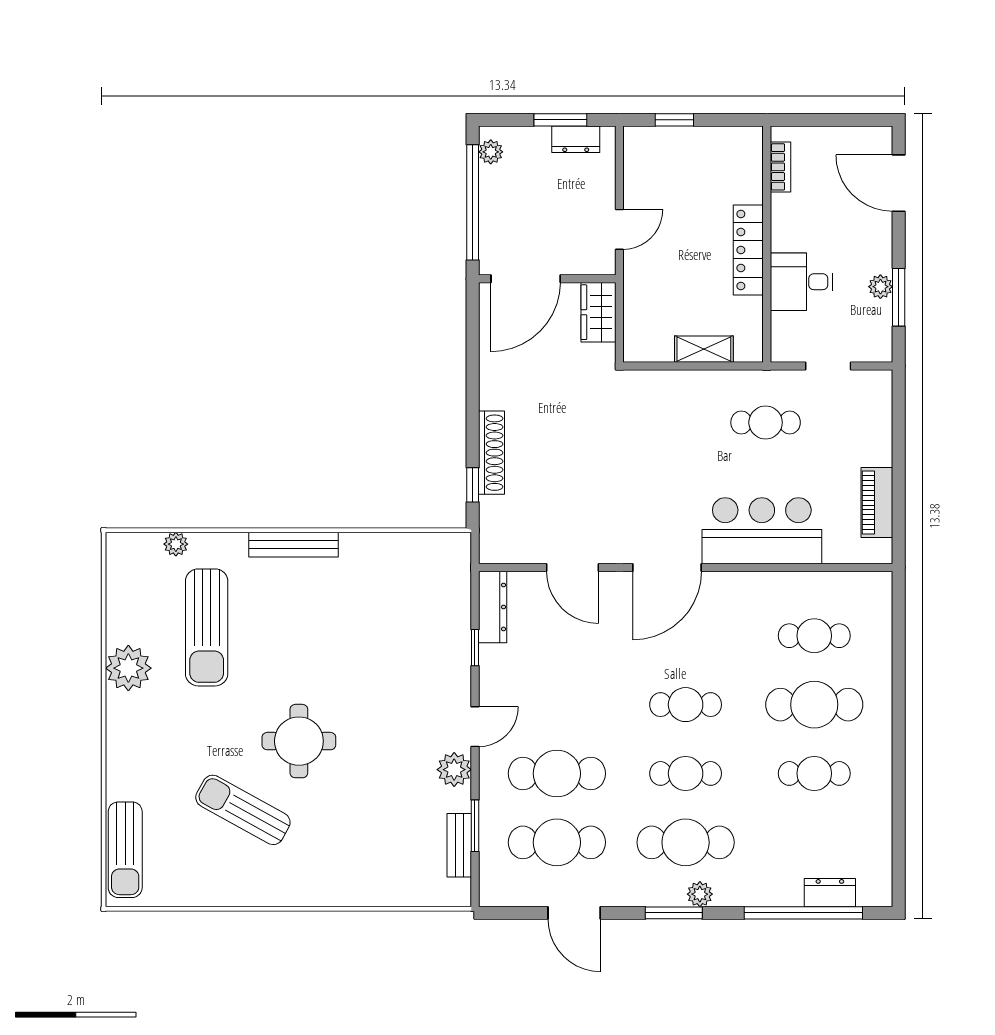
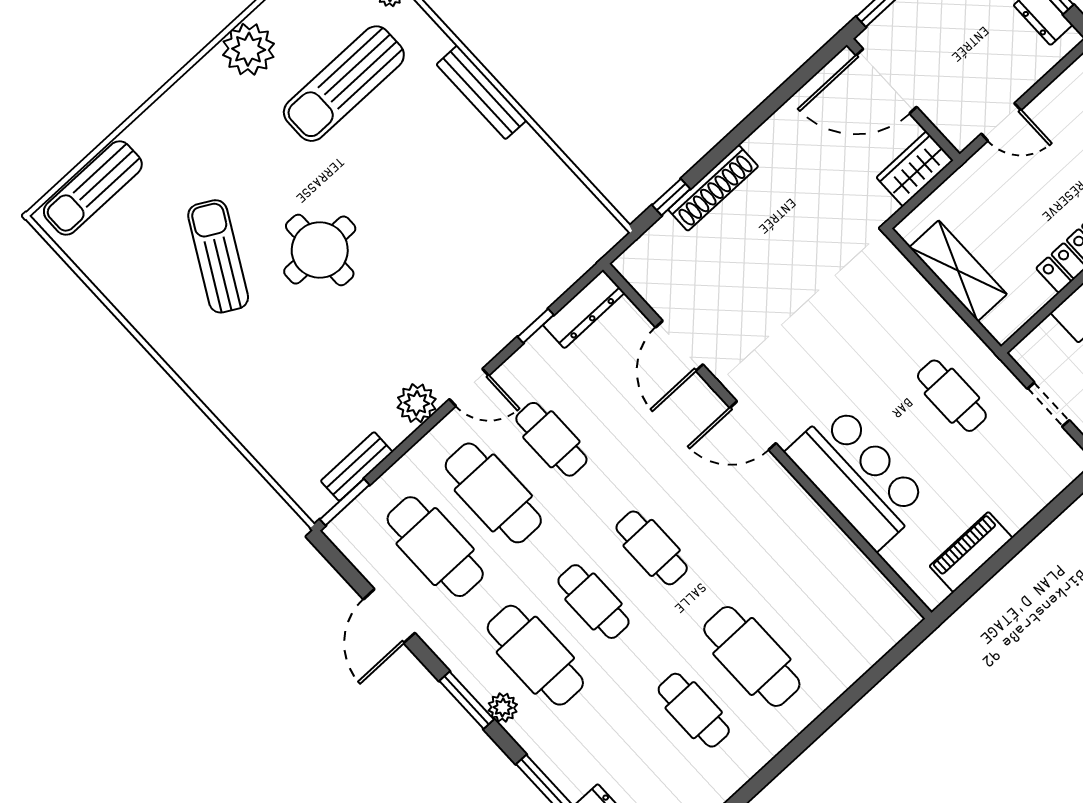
shelving: (704, 349) -> (958, 271), width x1.50, depth x1.33
door: (667, 568) -> (753, 426), width x0.73
cafe table: (814, 636) -> (551, 439), moved
window: (475, 826) -> (345, 502), moved

